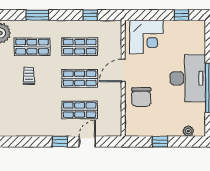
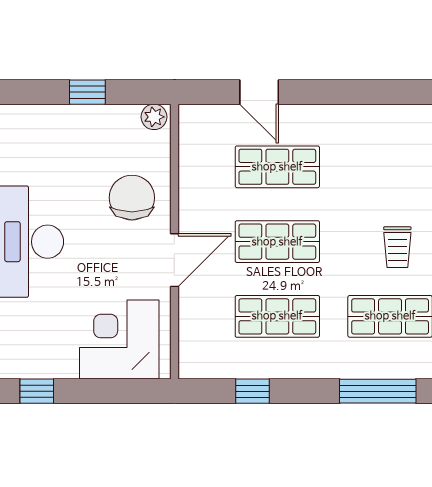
window: (37, 15) -> (378, 391), width x1.44
plant: (188, 131) -> (154, 117), moved
window: (60, 142) -> (324, 92), removed
door: (87, 142) -> (259, 92), hinge flipped

